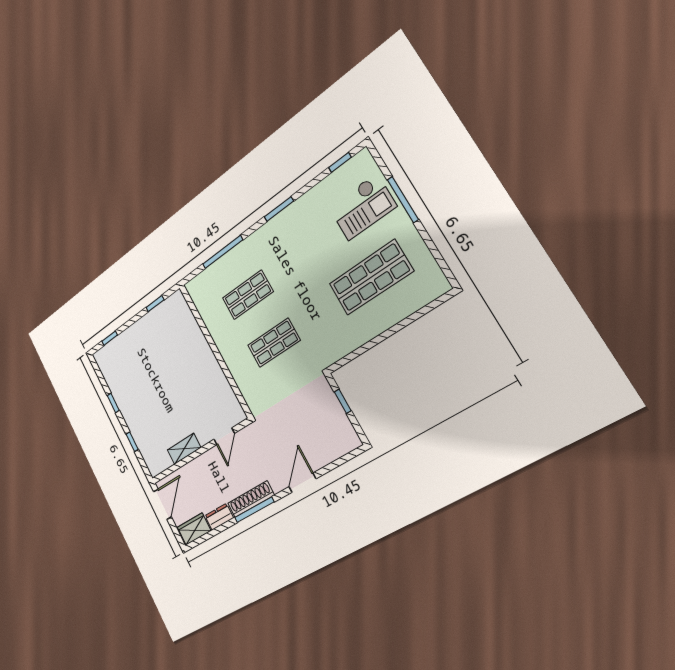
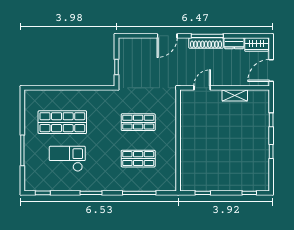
checkout: (362, 207) -> (67, 159), moved

